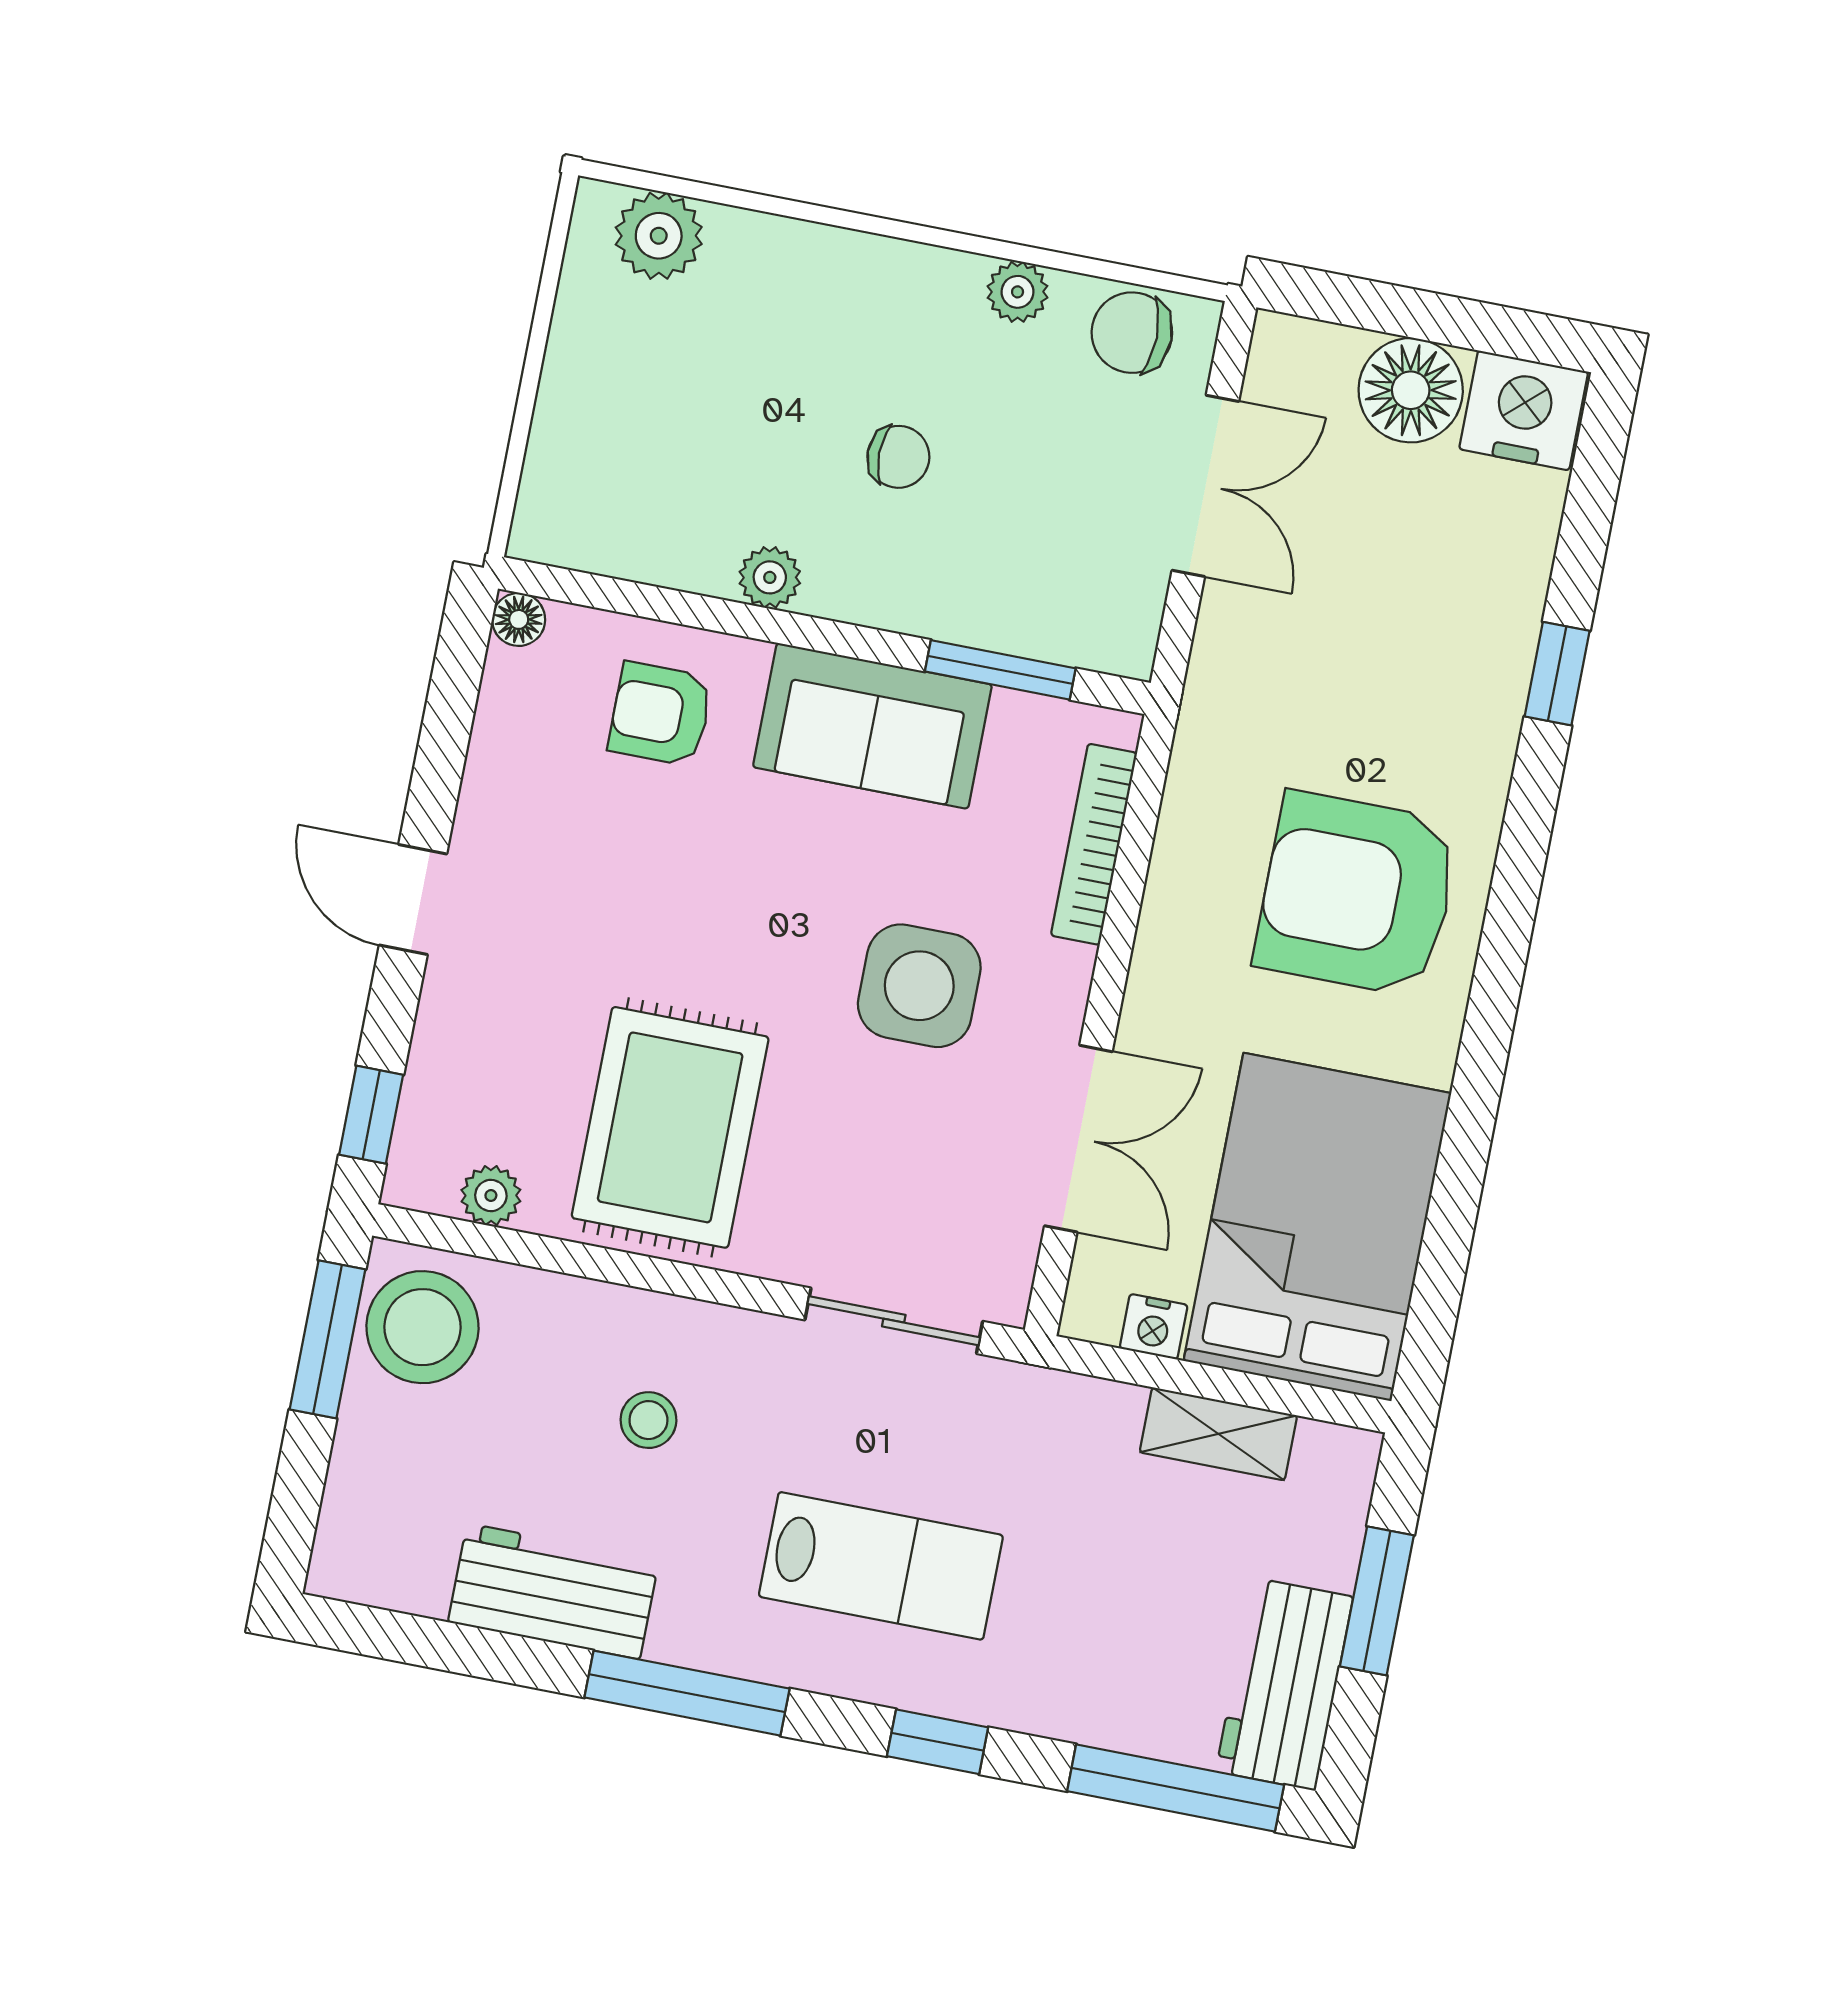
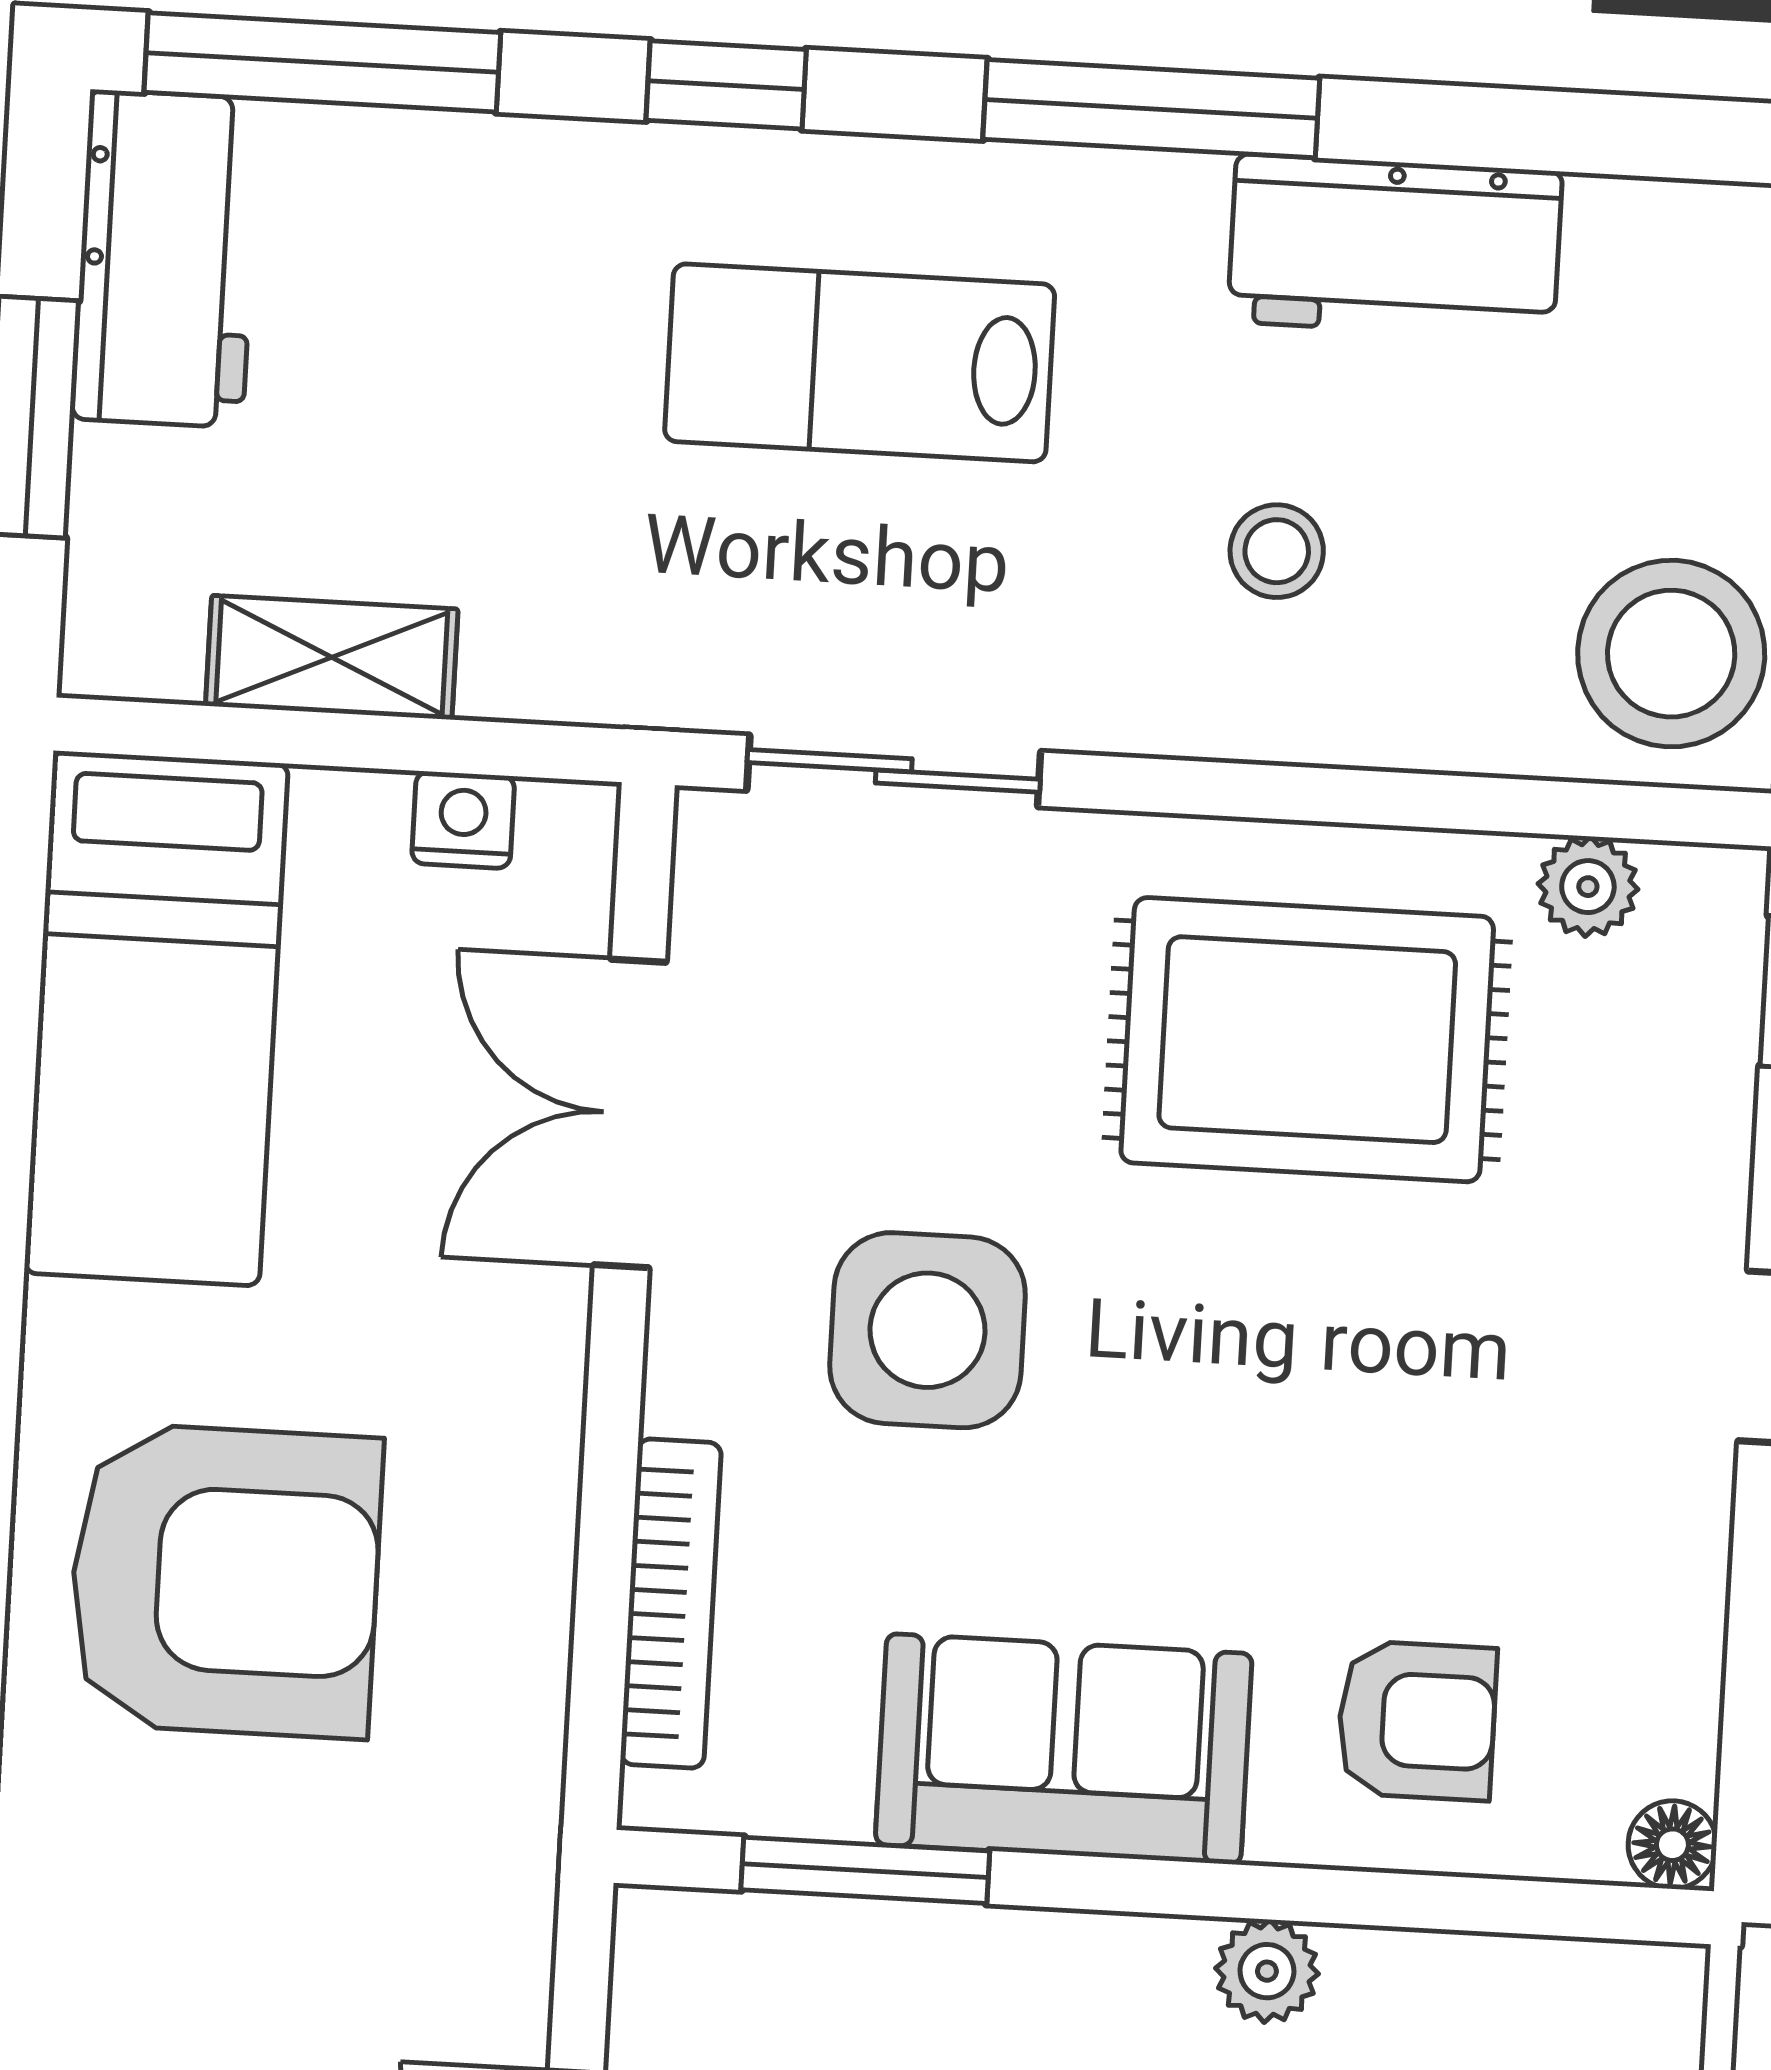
rug: (670, 1127) -> (1307, 1040), turned 90
bed: (1317, 1227) -> (156, 1018), width x0.67

